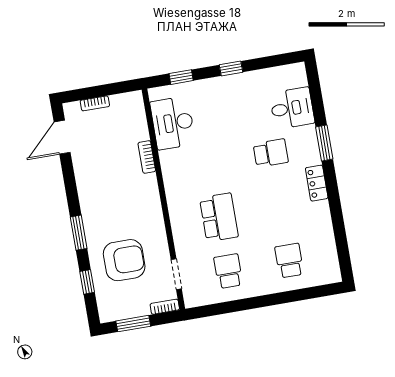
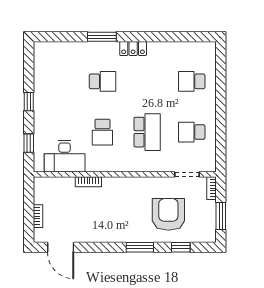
desk: (292, 108) -> (69, 58), removed
school desk: (271, 153) -> (102, 81), turned 90
school desk: (210, 164) -> (102, 132), added
school desk: (219, 217) -> (147, 132), turned 90

